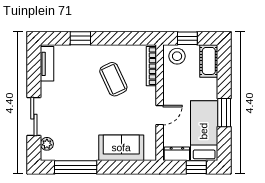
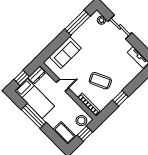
window: (80, 38) -> (120, 98), moved
window: (224, 113) -> (34, 116), width x1.44
door: (160, 115) -> (62, 85), swing flipped

